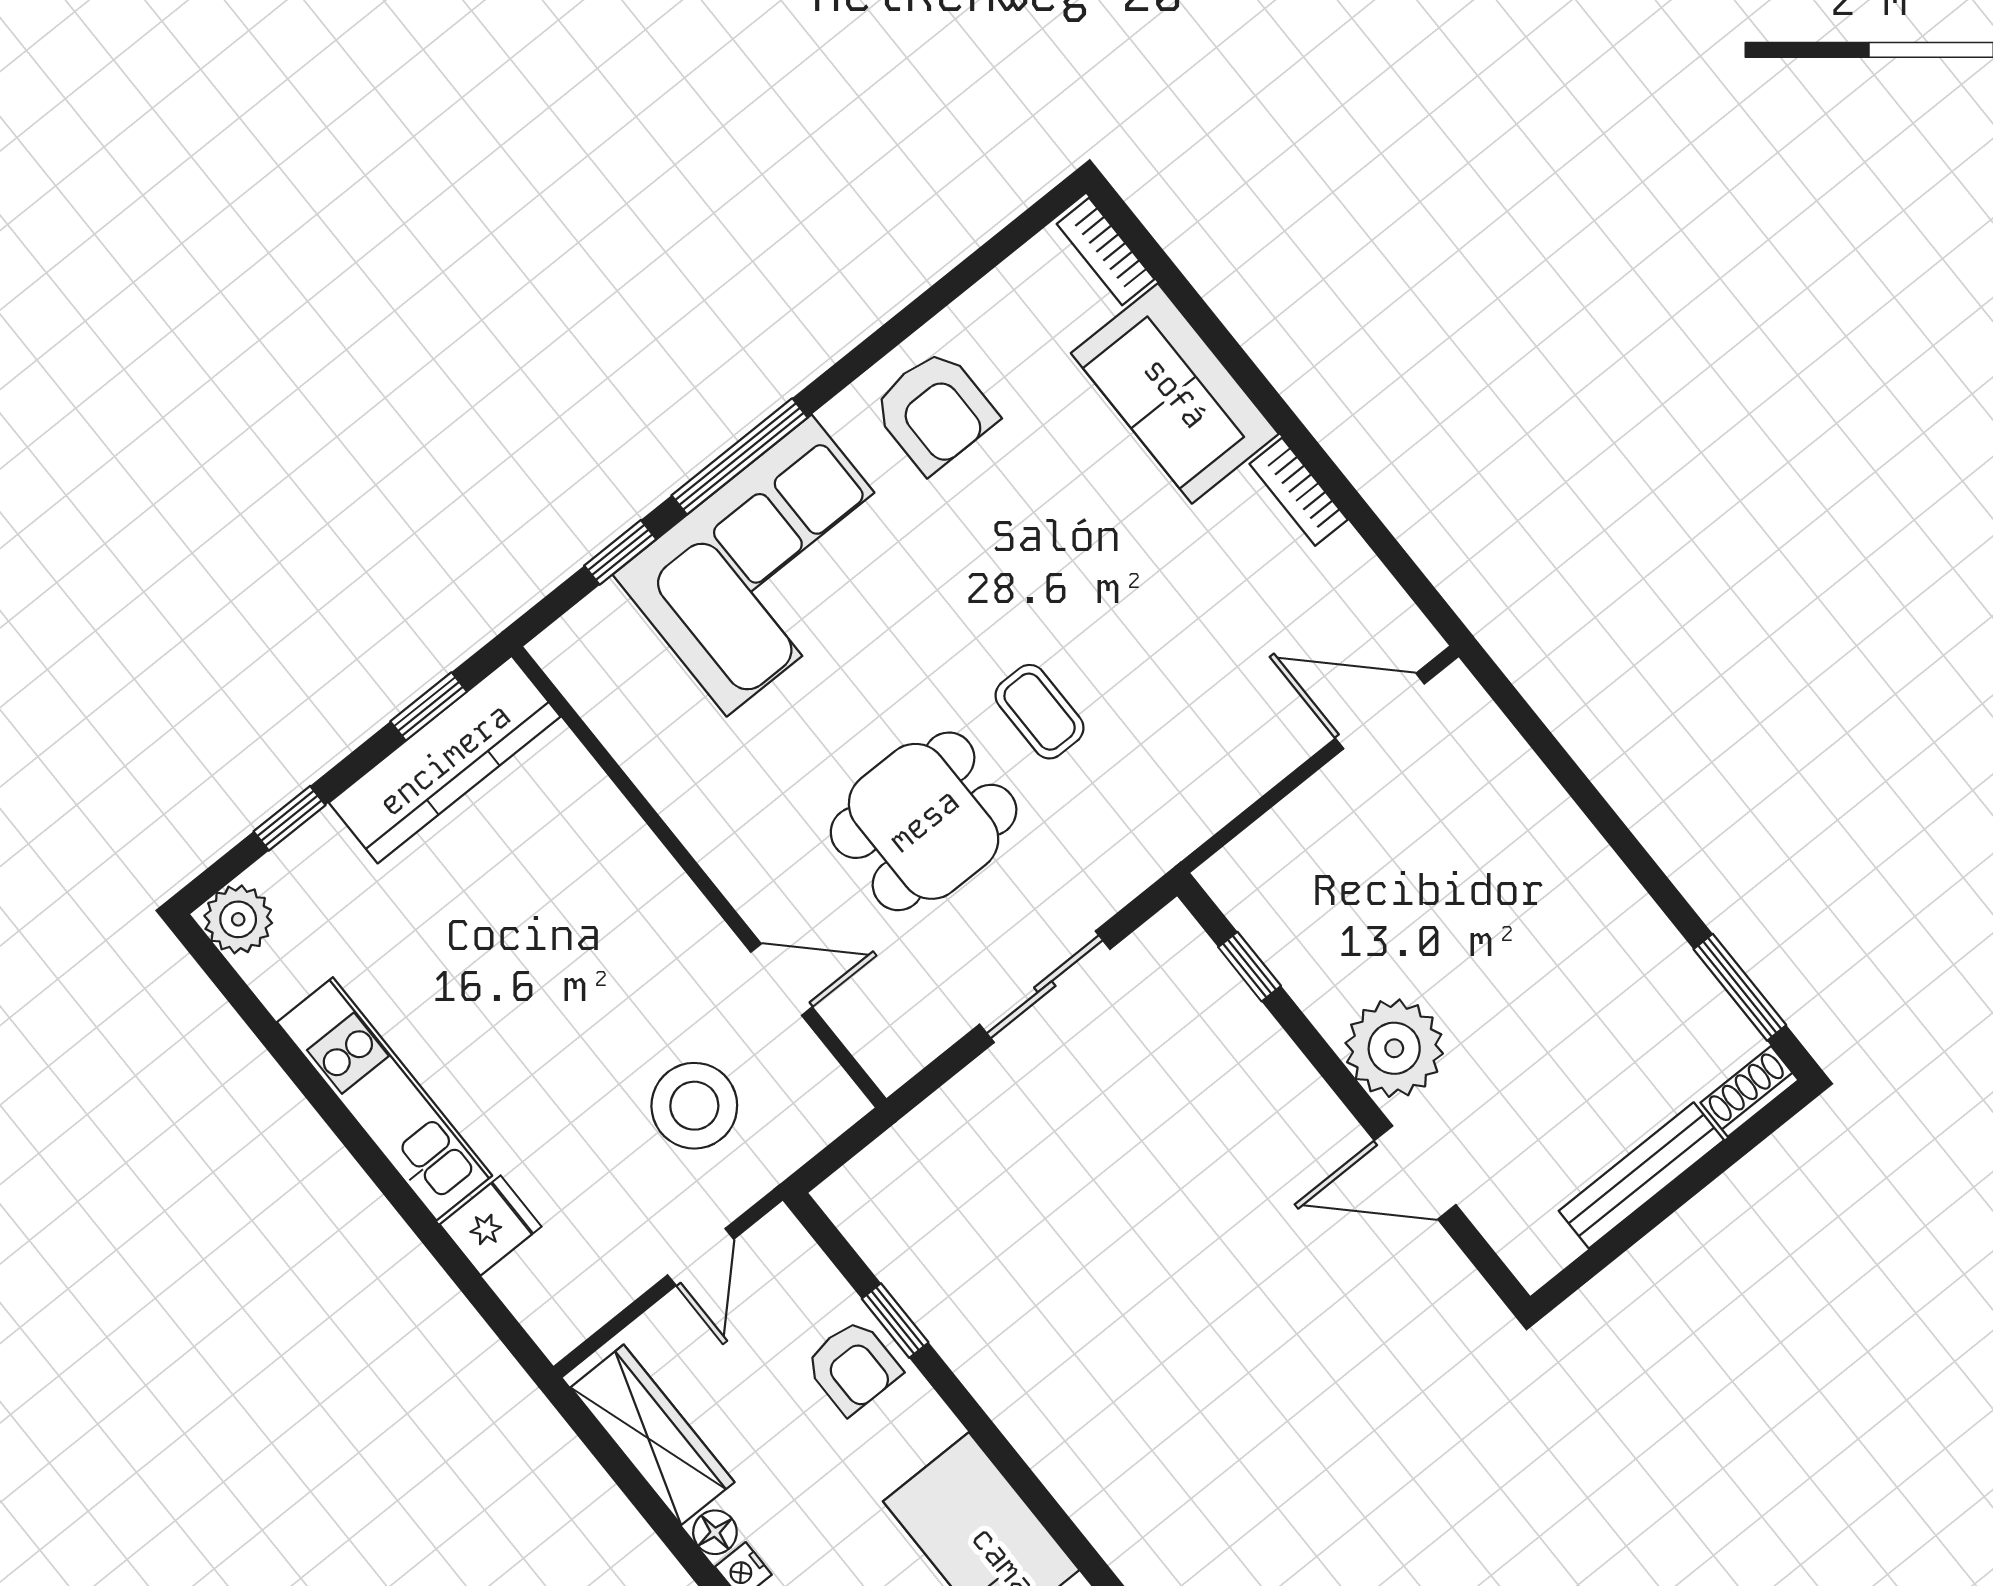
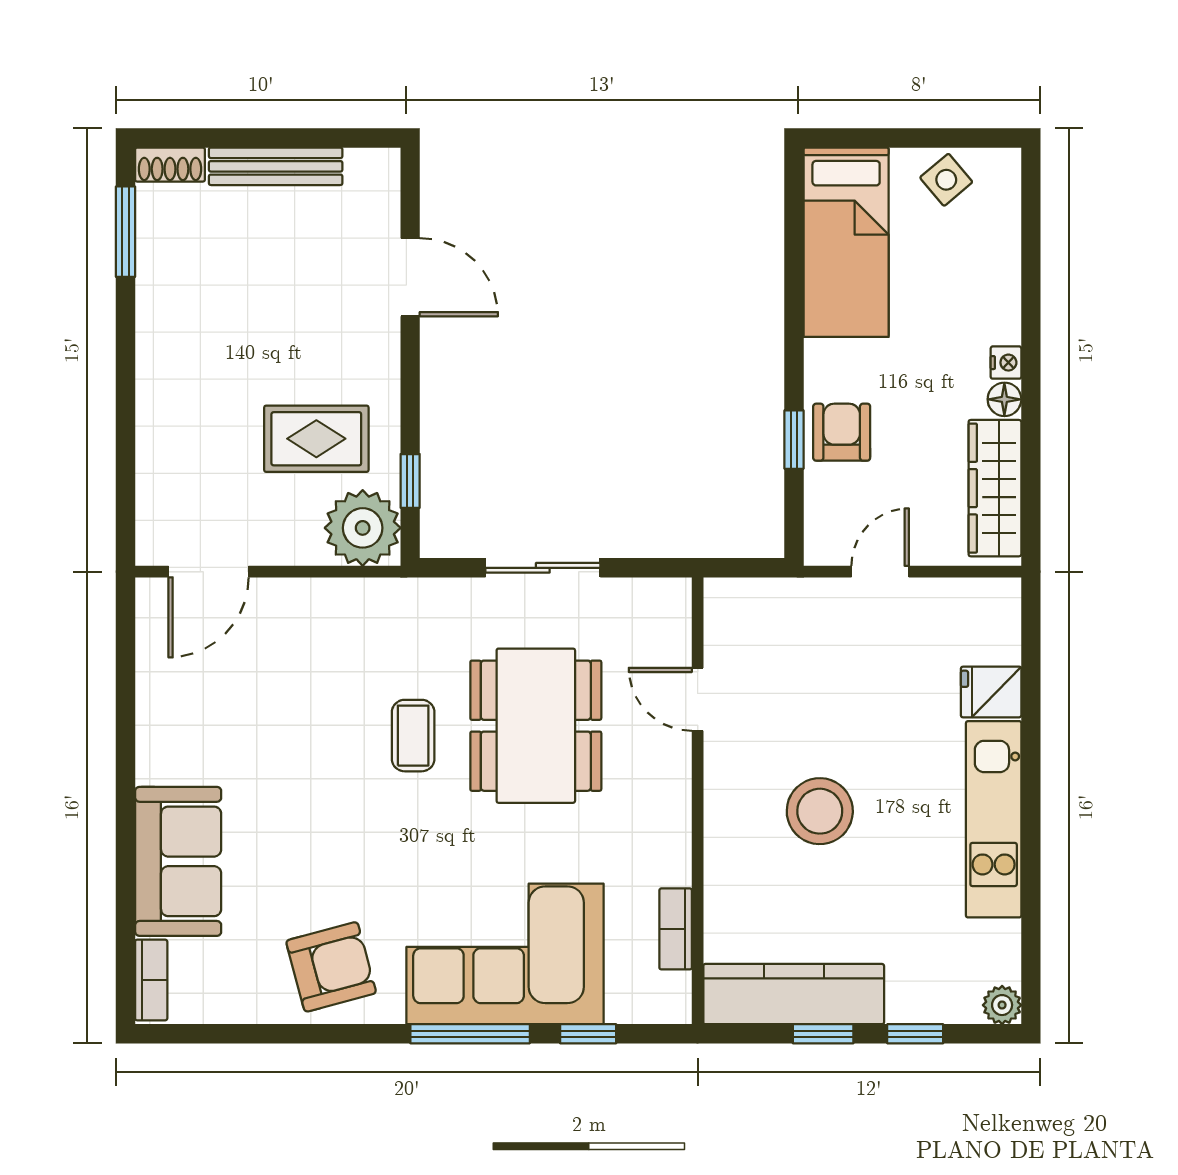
armchair: (934, 411) -> (331, 967), turned 75
bookcase: (1299, 492) -> (676, 929), moved, turned 180
window: (429, 706) -> (823, 1034), moved
door: (1380, 711) -> (208, 572), hinge flipped
dining table: (924, 821) -> (536, 726), width x1.38
plant: (238, 919) -> (1002, 1005), width x0.73, depth x0.73
rug: (1379, 933) -> (316, 439), added
plant: (1394, 1048) -> (363, 528), moved
stool: (694, 1106) -> (820, 811), moved

